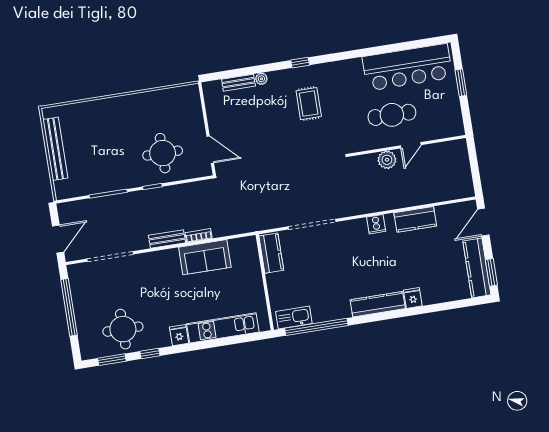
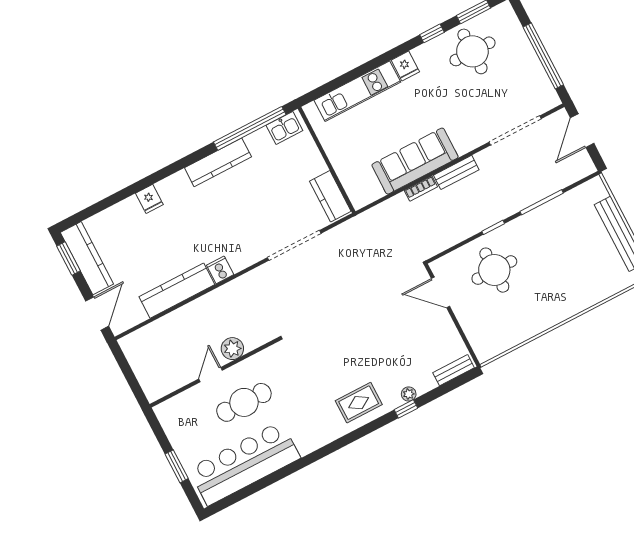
window: (300, 63) -> (406, 409), moved
bench: (238, 83) -> (454, 370), moved
rug: (309, 104) -> (359, 403), moved, turned 90
kitchen counter: (415, 219) -> (177, 291), width x1.50
sofa: (205, 257) -> (415, 161), width x1.36
kitchen counter: (378, 304) -> (218, 162), moved
kitchen sink: (294, 317) -> (284, 128), width x0.73

